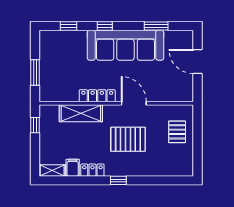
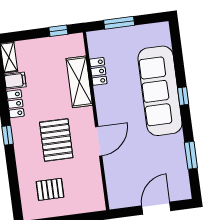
window: (68, 26) -> (178, 54), removed
sofa: (125, 45) -> (160, 91), moved
locker: (97, 96) -> (98, 71), moved, width x0.66
pallet: (177, 132) -> (50, 189), moved

